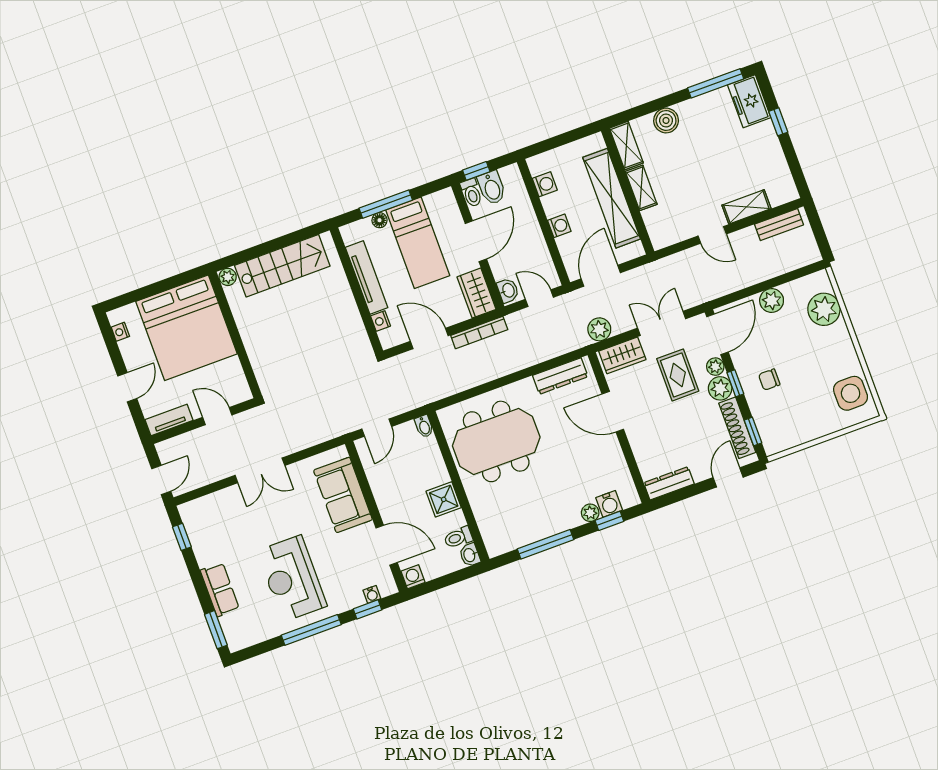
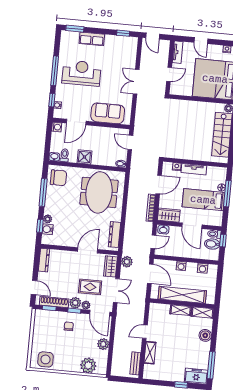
tv unit: (367, 278) -> (194, 169), width x0.71
chair: (505, 529) -> (58, 178), added

